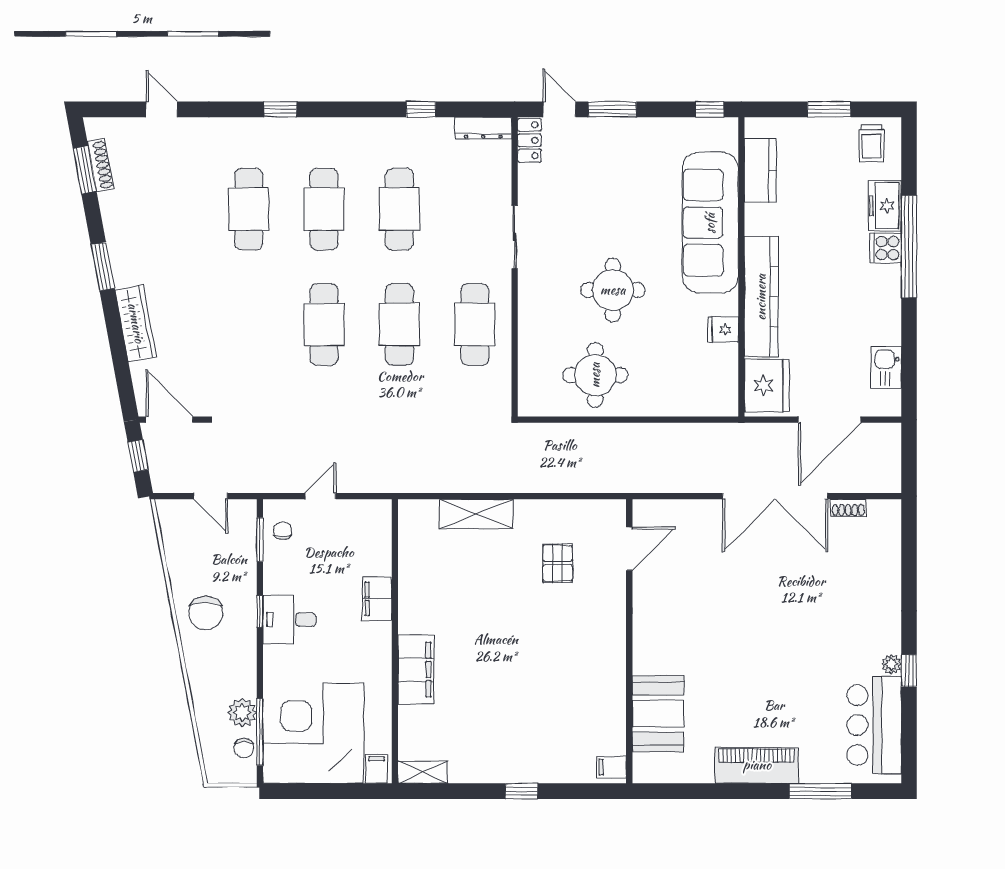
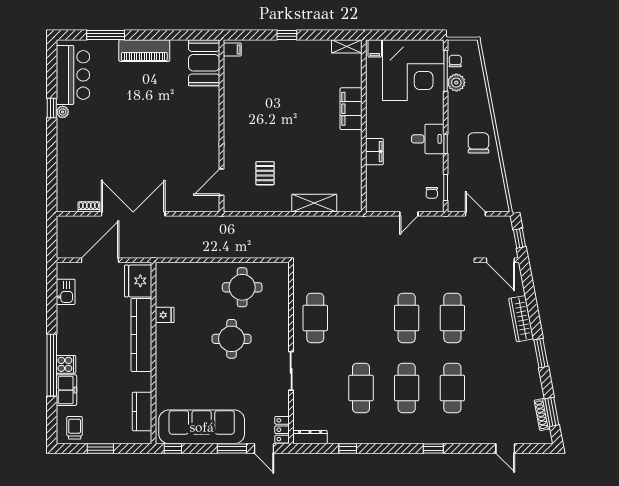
sofa: (710, 223) -> (202, 427), moved, turned -90
cafe table: (399, 325) -> (452, 318), moved
booth: (658, 714) -> (204, 63), moved

